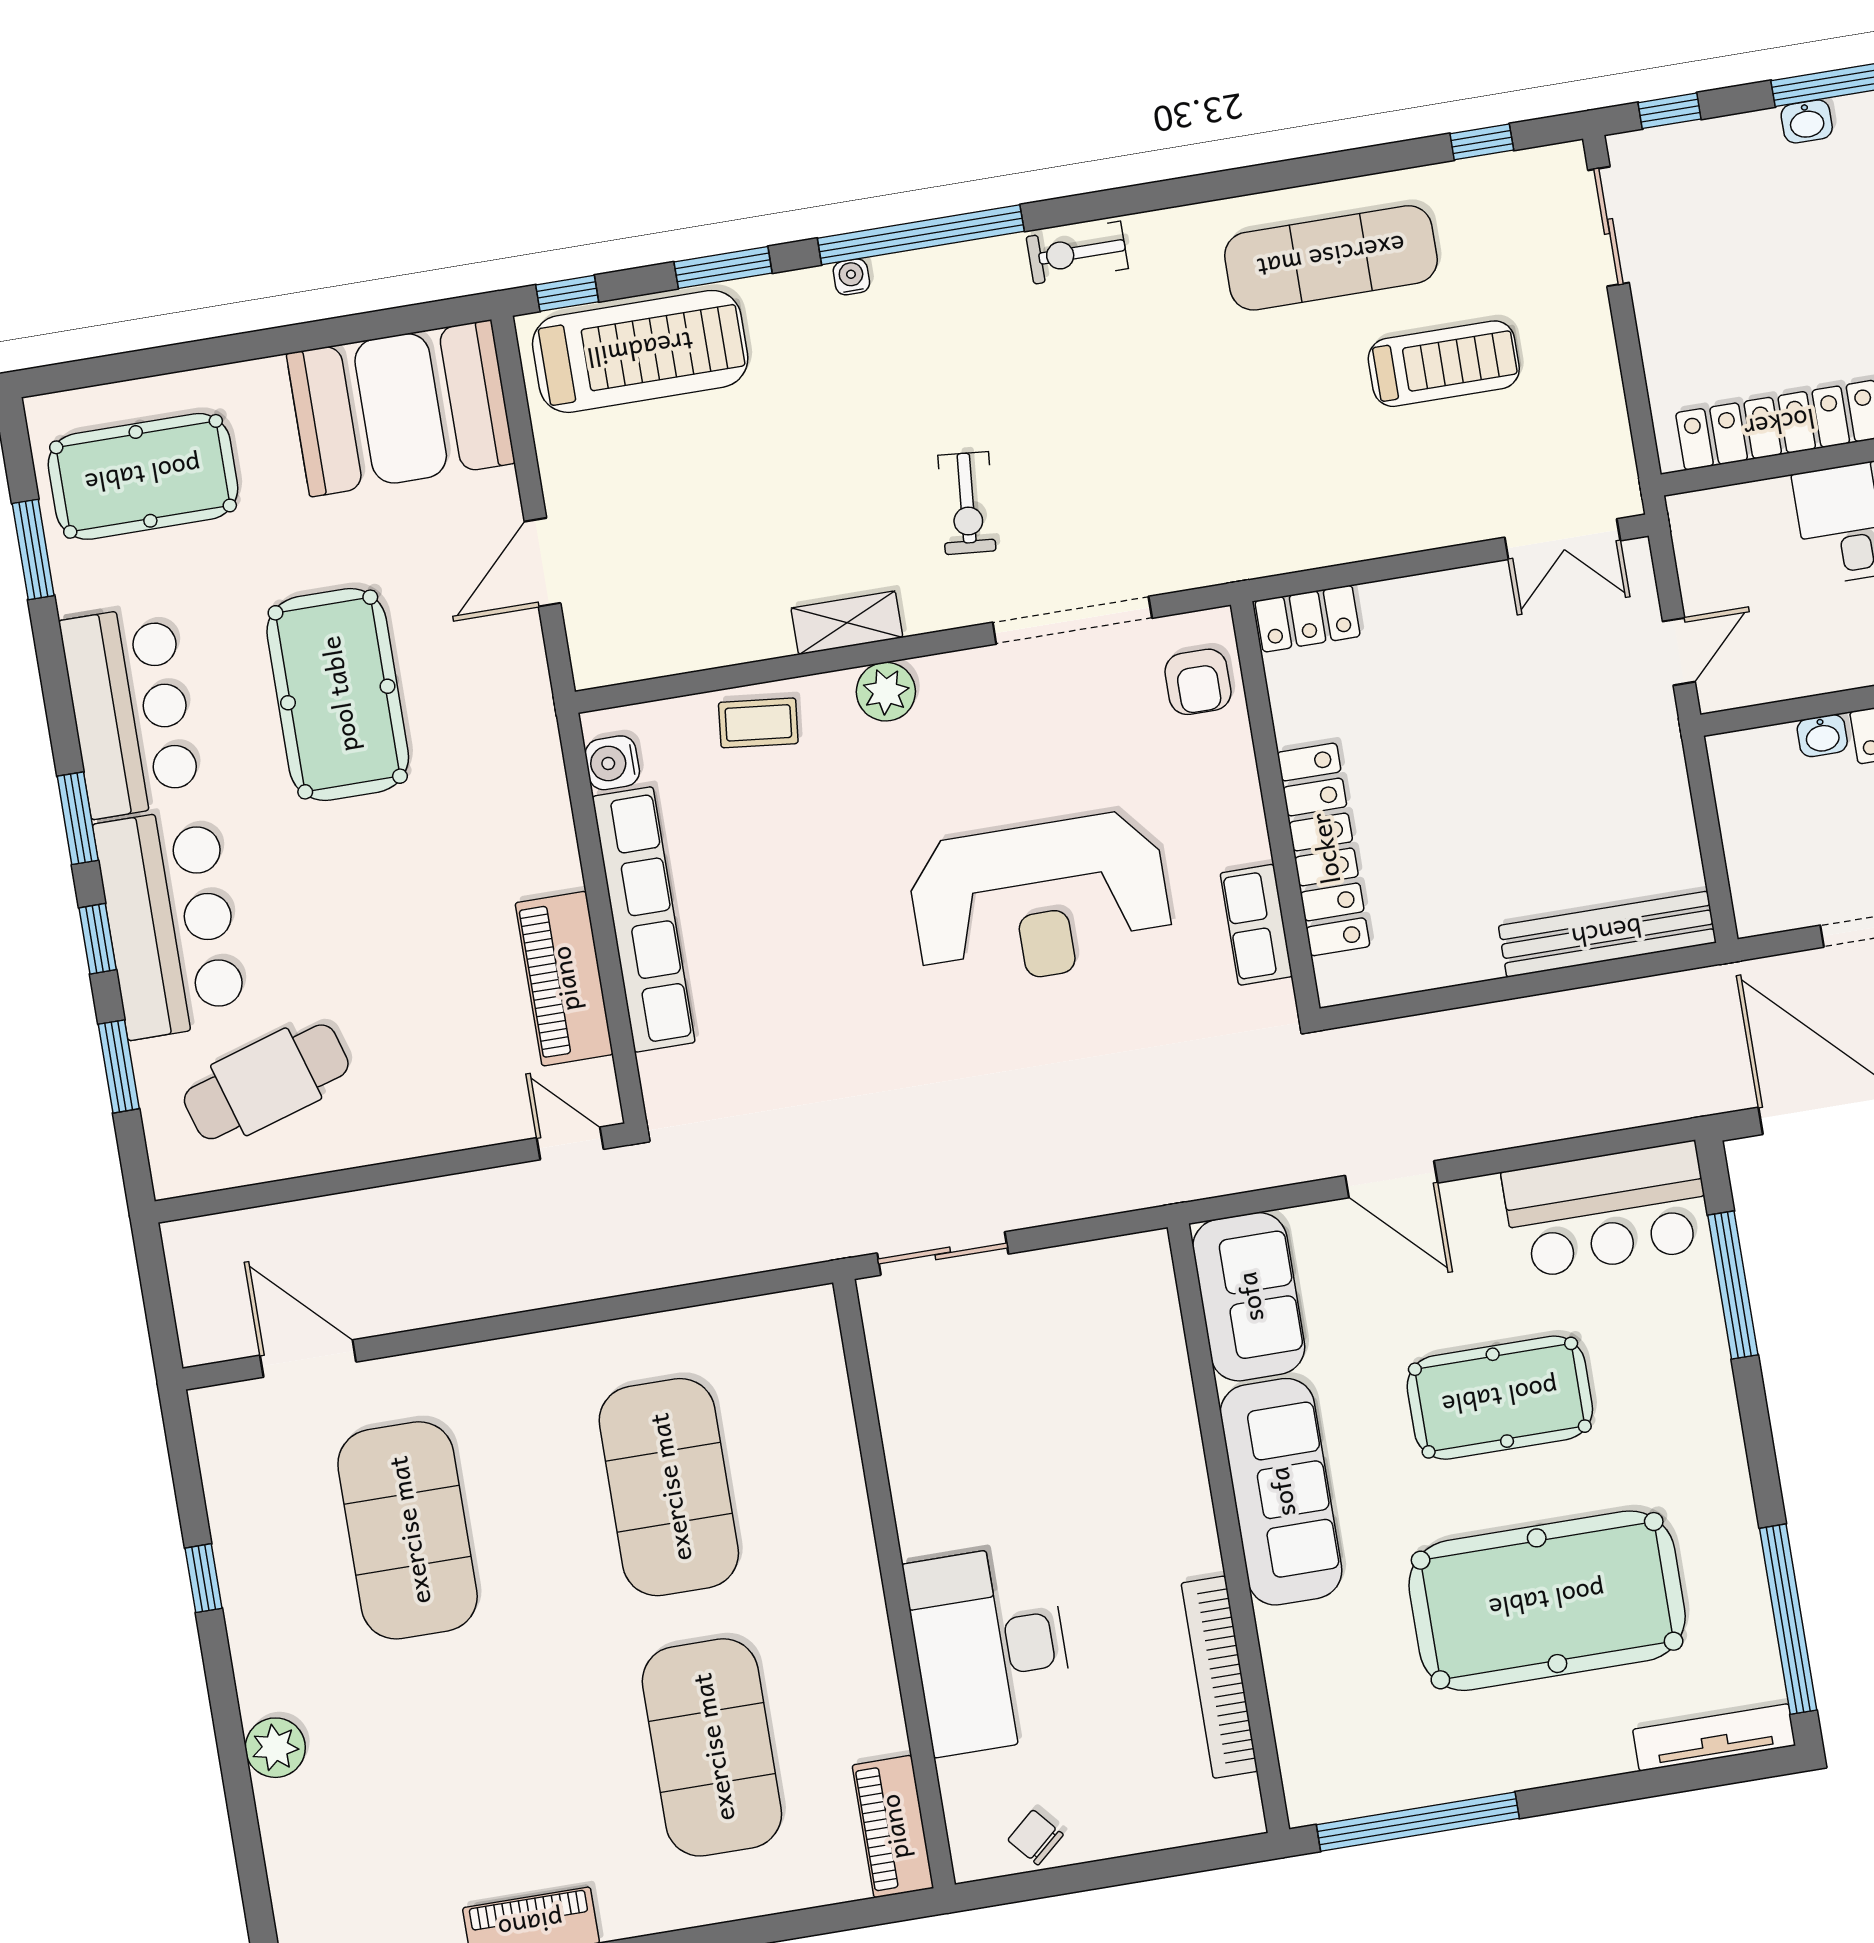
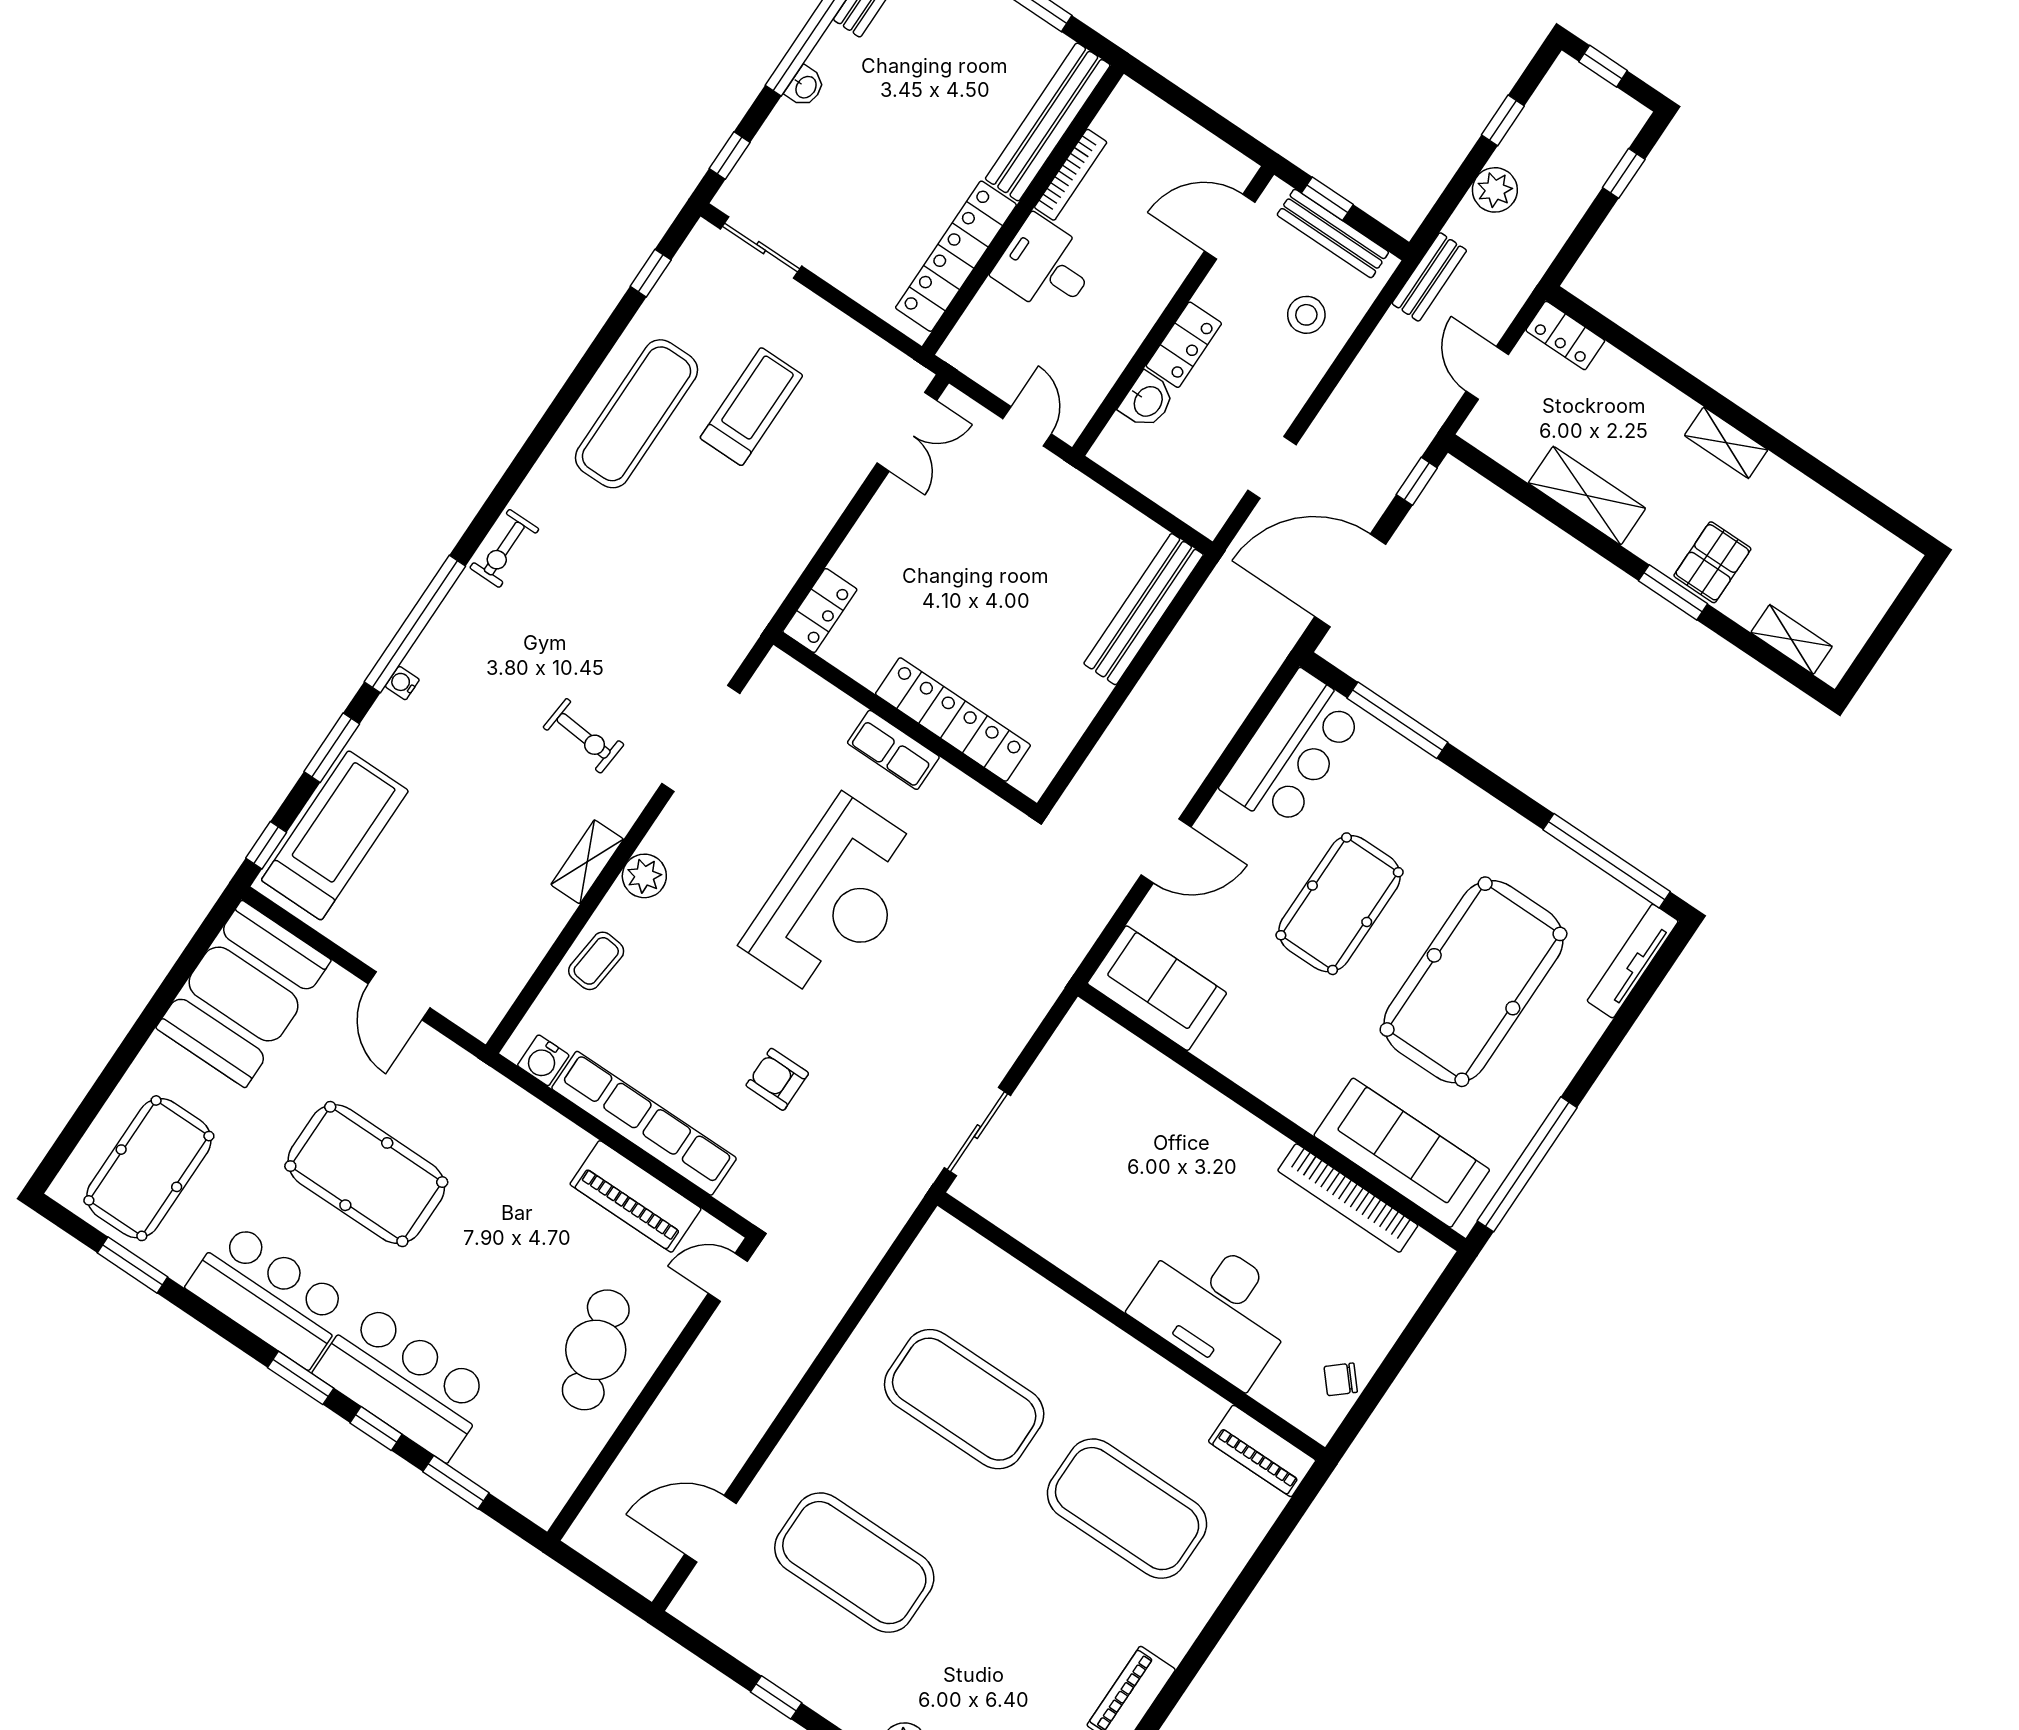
armchair: (1198, 682) -> (777, 1079), moved, turned 180
washbasin: (1822, 736) -> (1147, 401), width x1.38, depth x1.45
row of seats: (1256, 925) -> (893, 750), moved
cafe table: (266, 1082) -> (596, 1350), moved
sofa: (1281, 1492) -> (1402, 1153), moved

